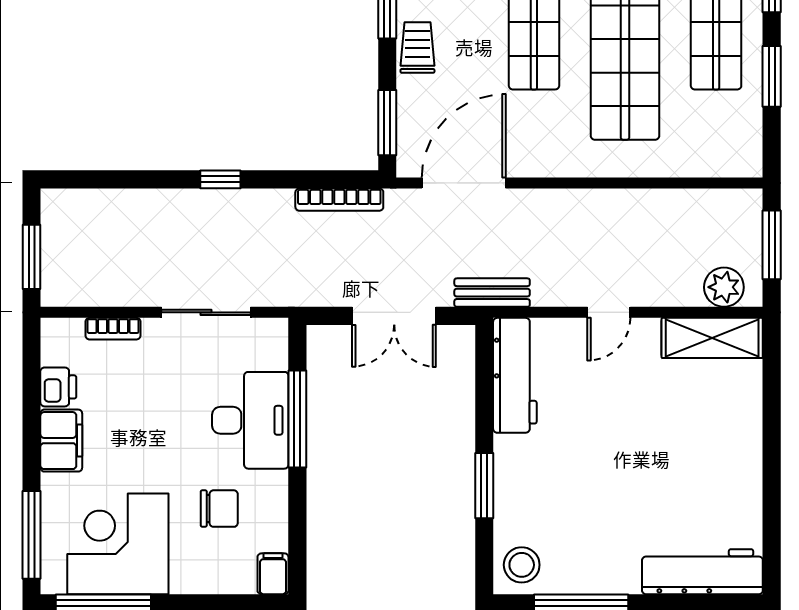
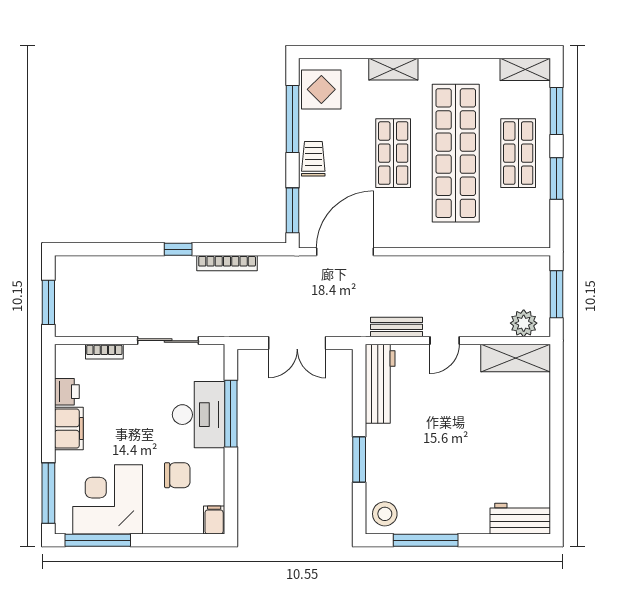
bookcase: (339, 200) -> (227, 263), moved
bench: (492, 293) -> (396, 327), moved
workbench: (702, 572) -> (520, 519), width x0.73

